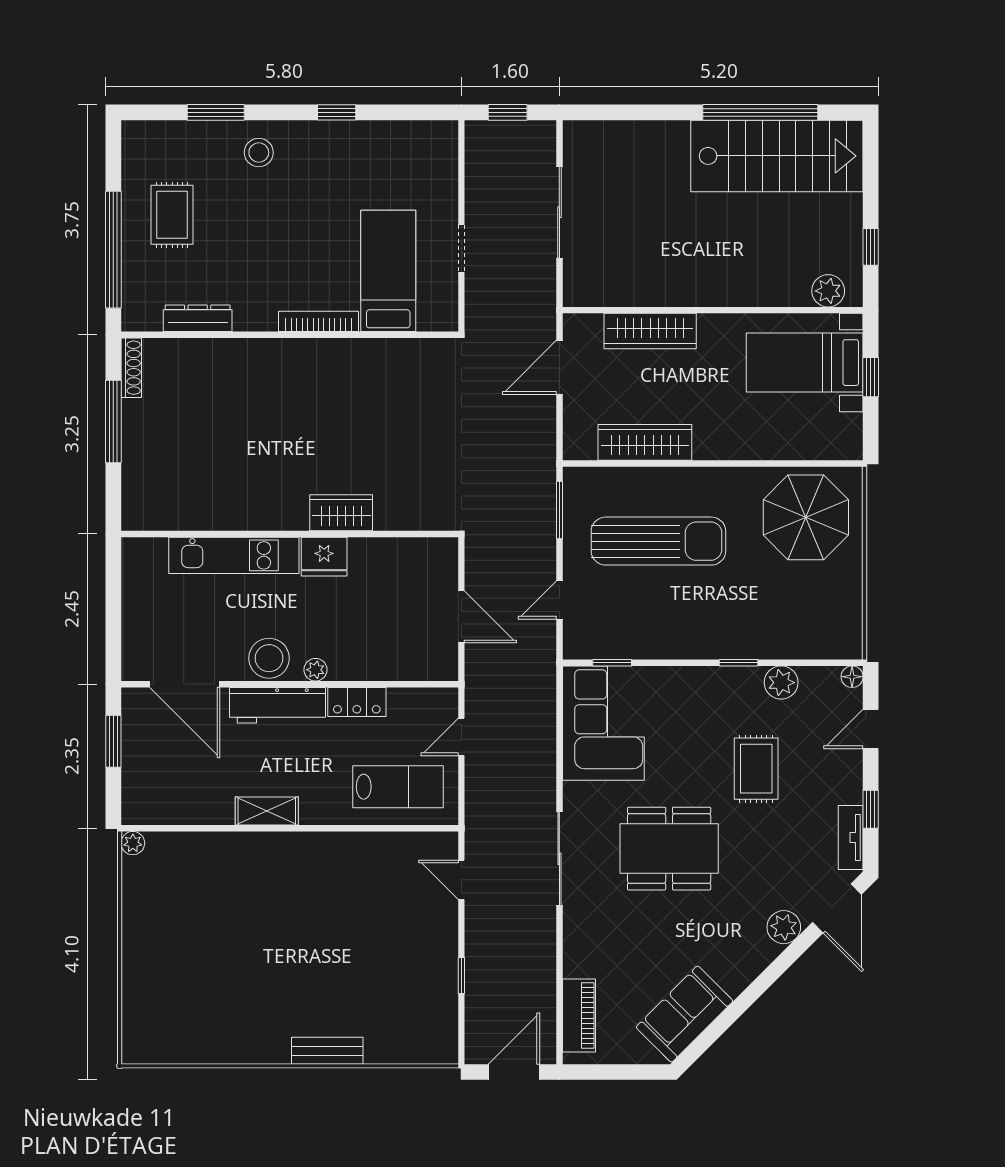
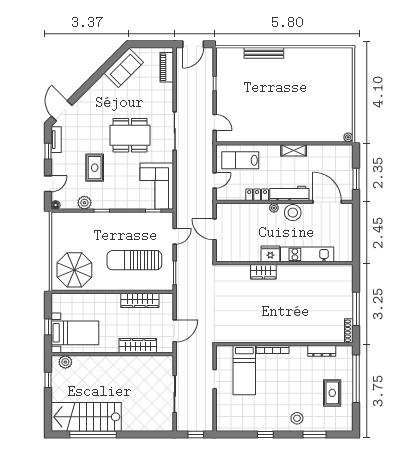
plant: (784, 927) -> (83, 103), removed
bench: (327, 1051) -> (264, 53), width x1.36

